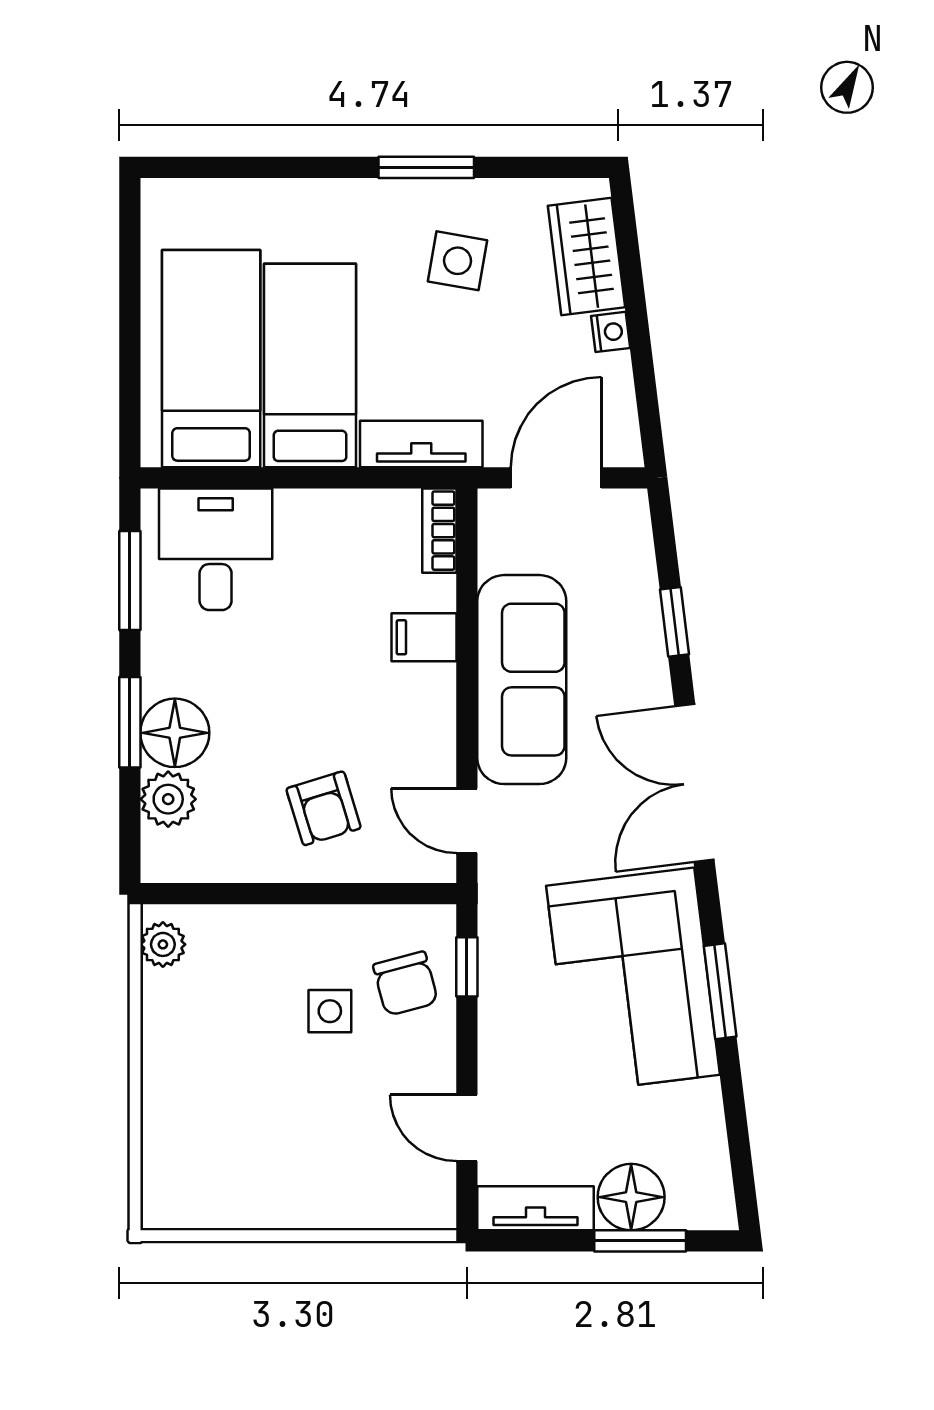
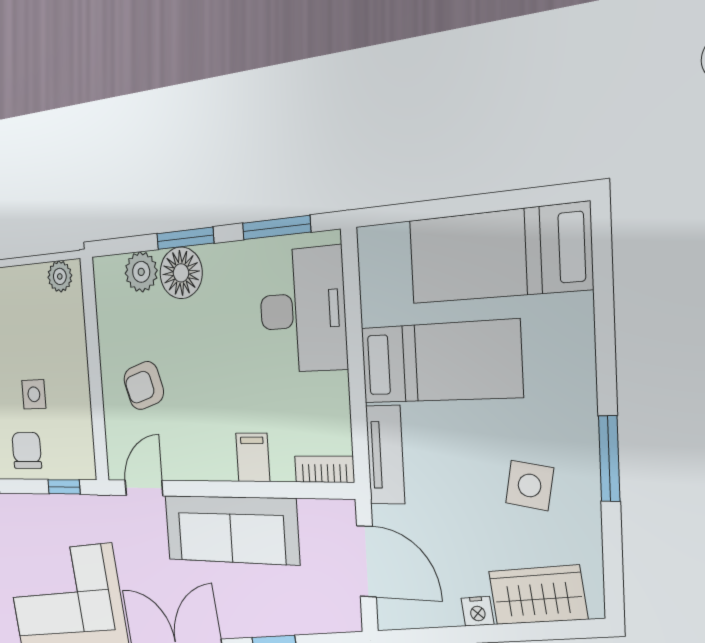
bed: (211, 359) -> (498, 254), moved, turned 180
desk: (216, 549) -> (302, 310), width x1.37
chair: (406, 984) -> (27, 450), moved, turned 105

